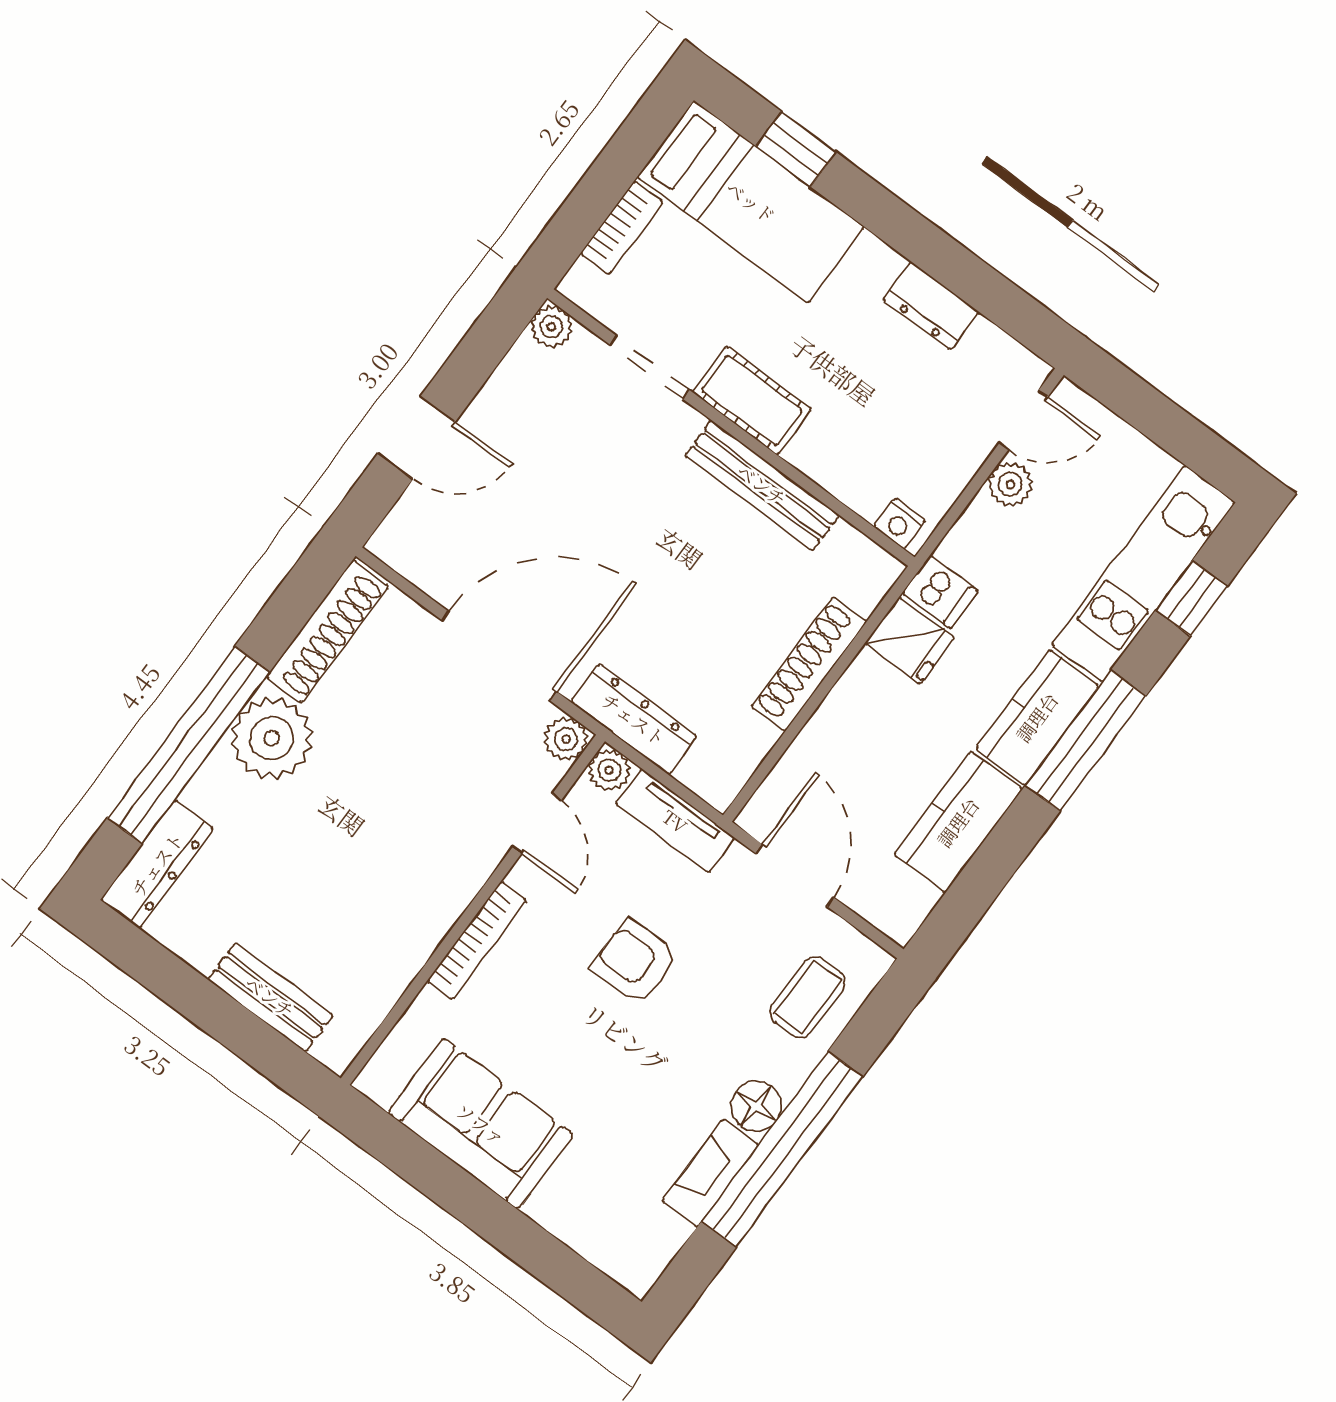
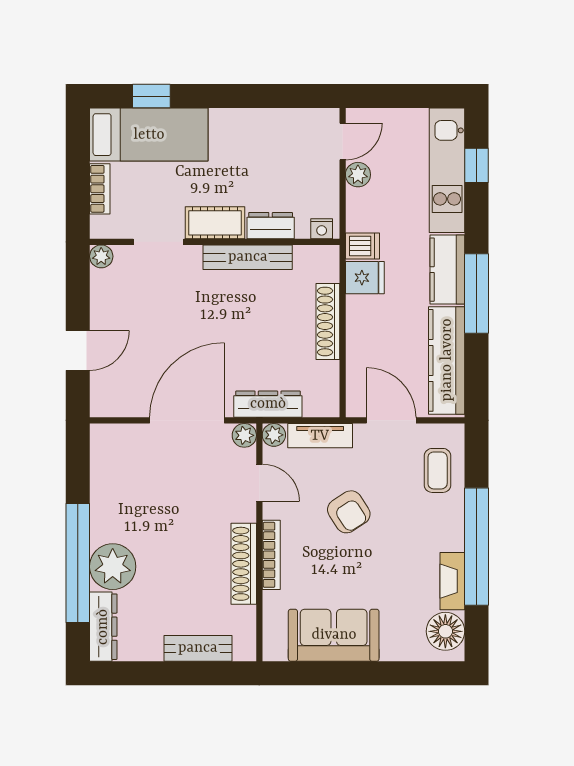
dresser: (931, 306) -> (271, 226), moved, turned 180
shoe rack: (327, 632) -> (244, 564), moved, turned 180
plant: (272, 738) -> (113, 567), moved
window: (1086, 741) -> (476, 293), moved
kitchen counter: (958, 822) -> (447, 360), width x1.50
armchair: (635, 962) -> (349, 512), turned -123
floor lamp: (756, 1106) -> (445, 631), moved, width x1.38, depth x1.38

